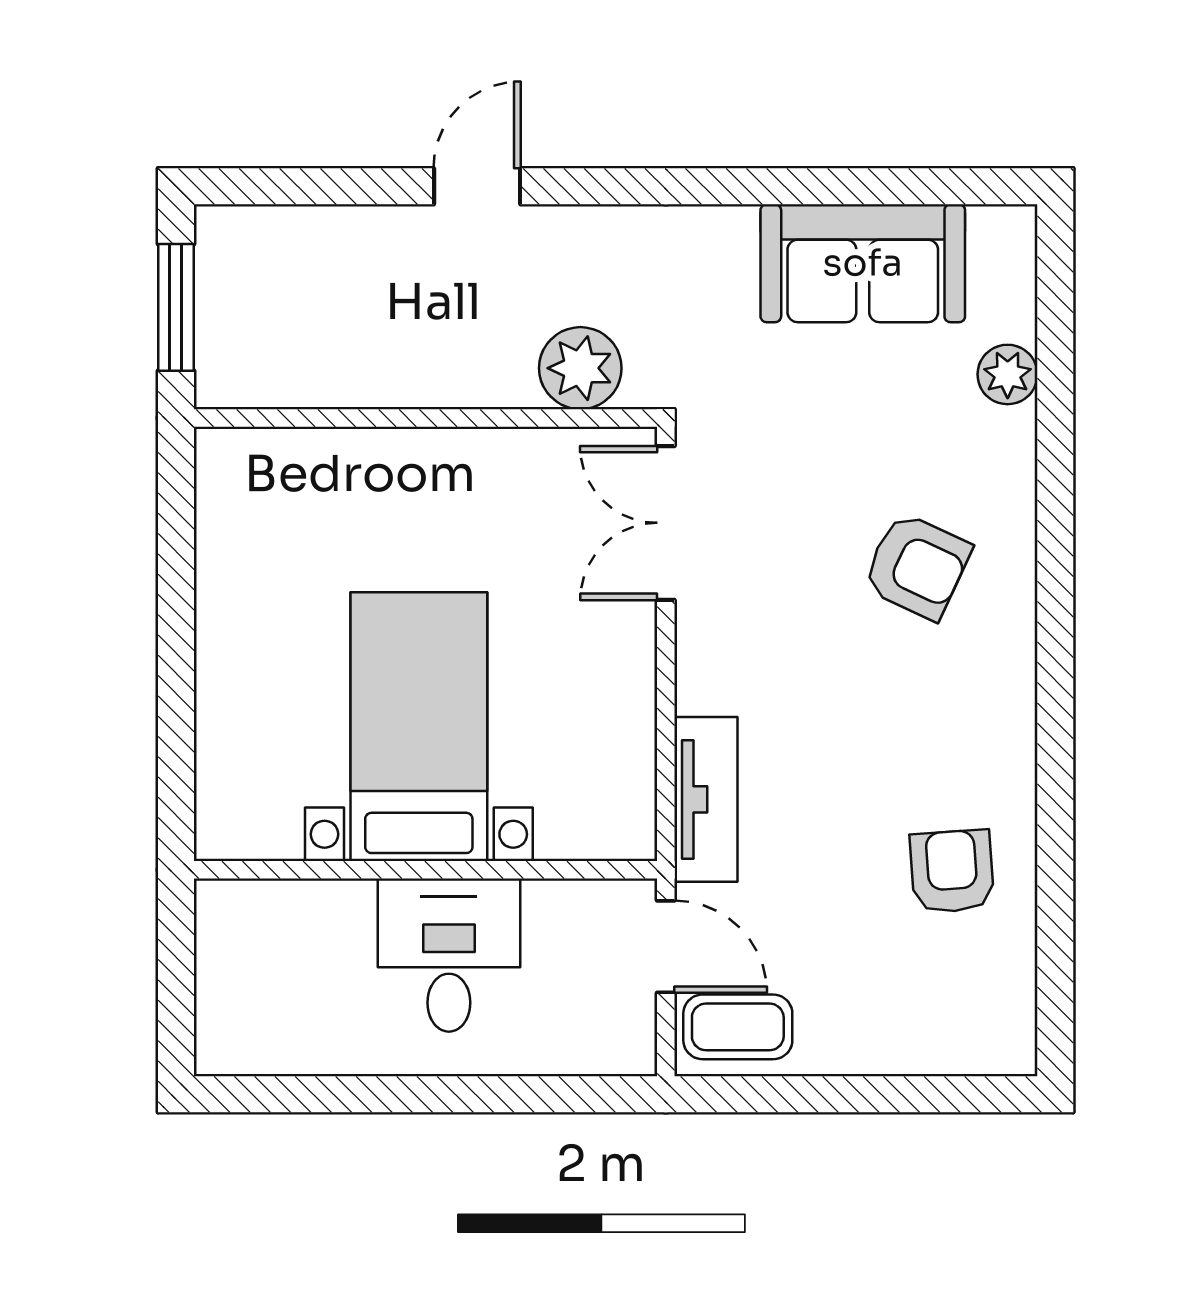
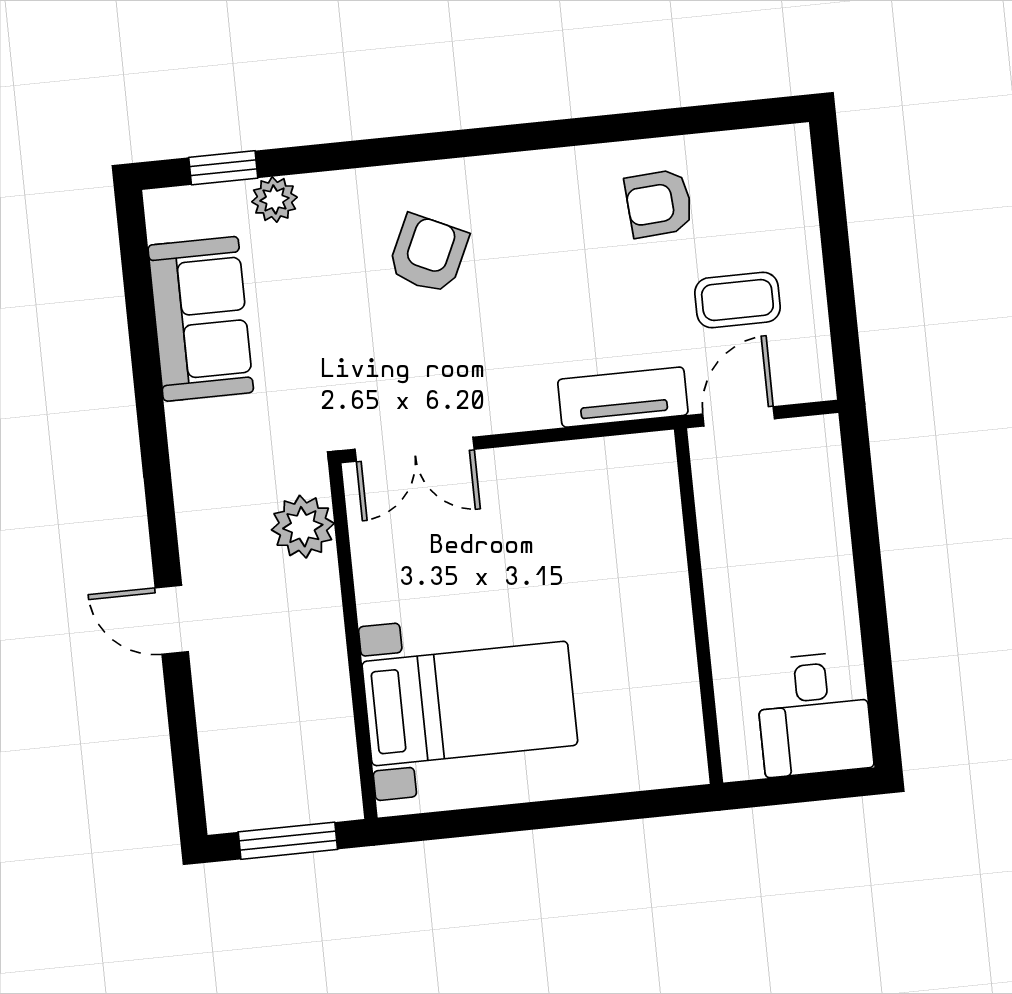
window: (1055, 312) -> (223, 168), added
bed with nightstands: (419, 727) -> (470, 703), moved, turned 180
desk: (449, 955) -> (814, 714), moved, turned -90
coffee table: (738, 1027) -> (737, 300), moved, turned 90

